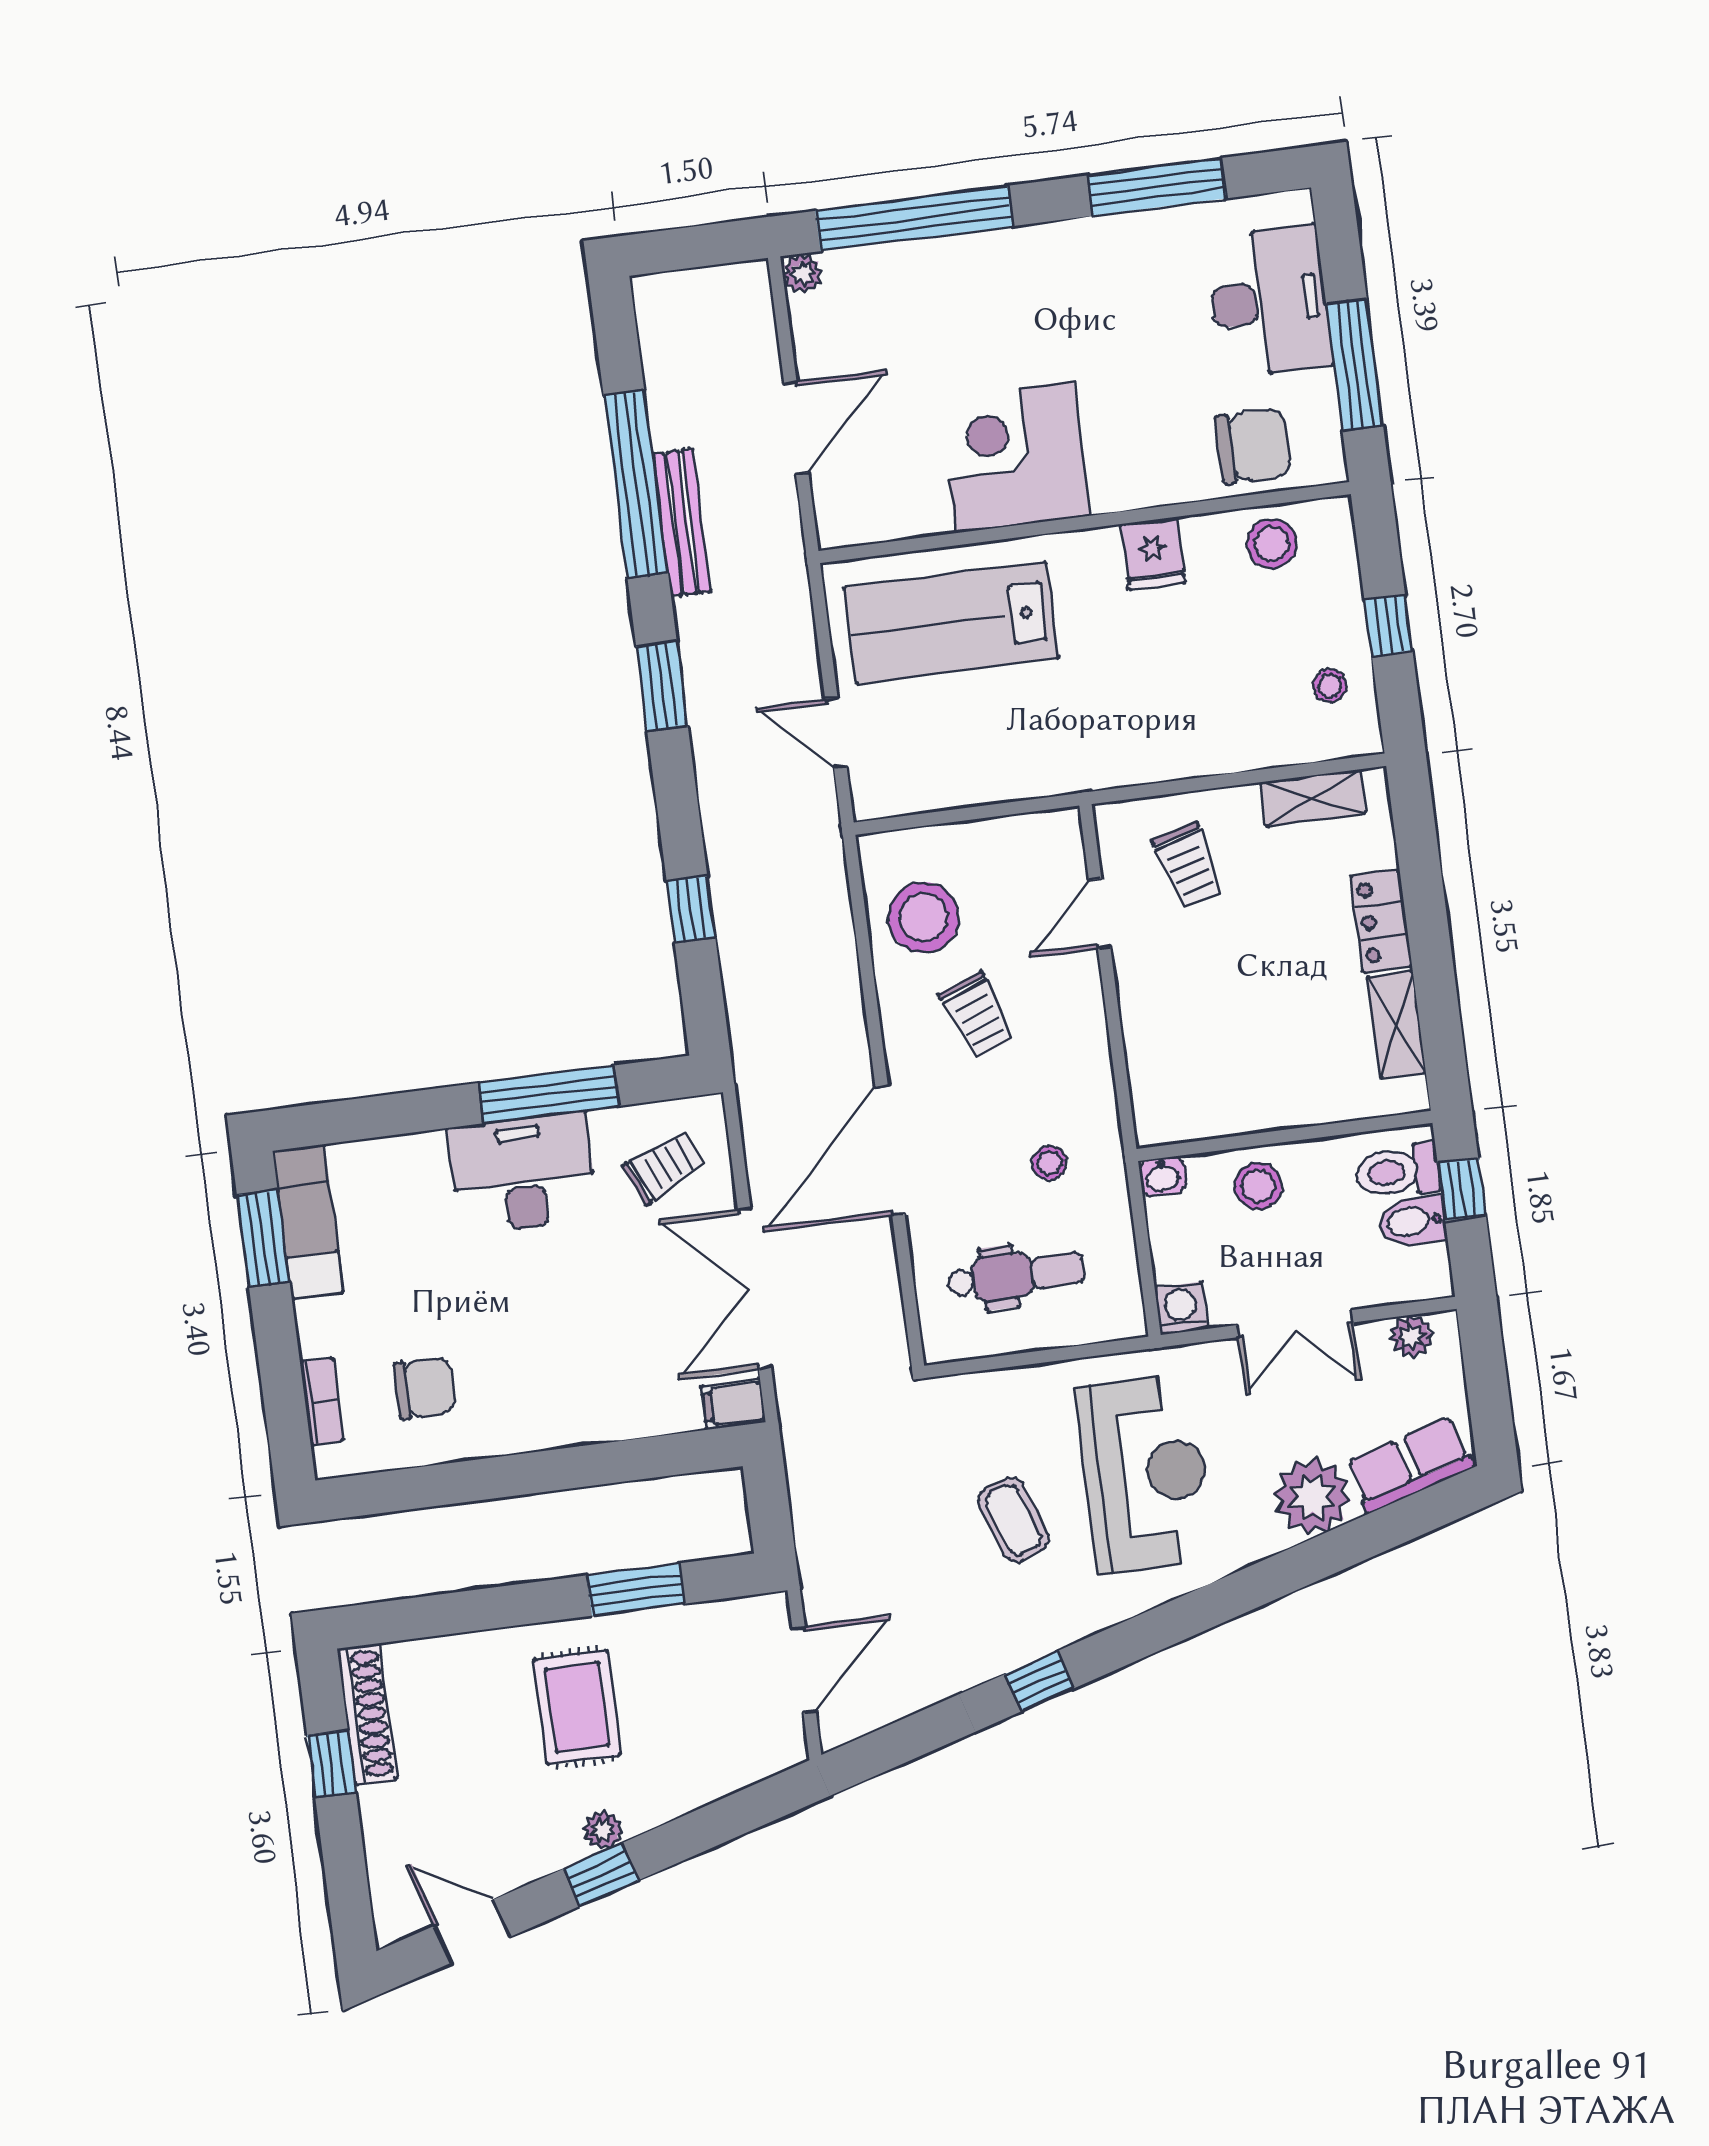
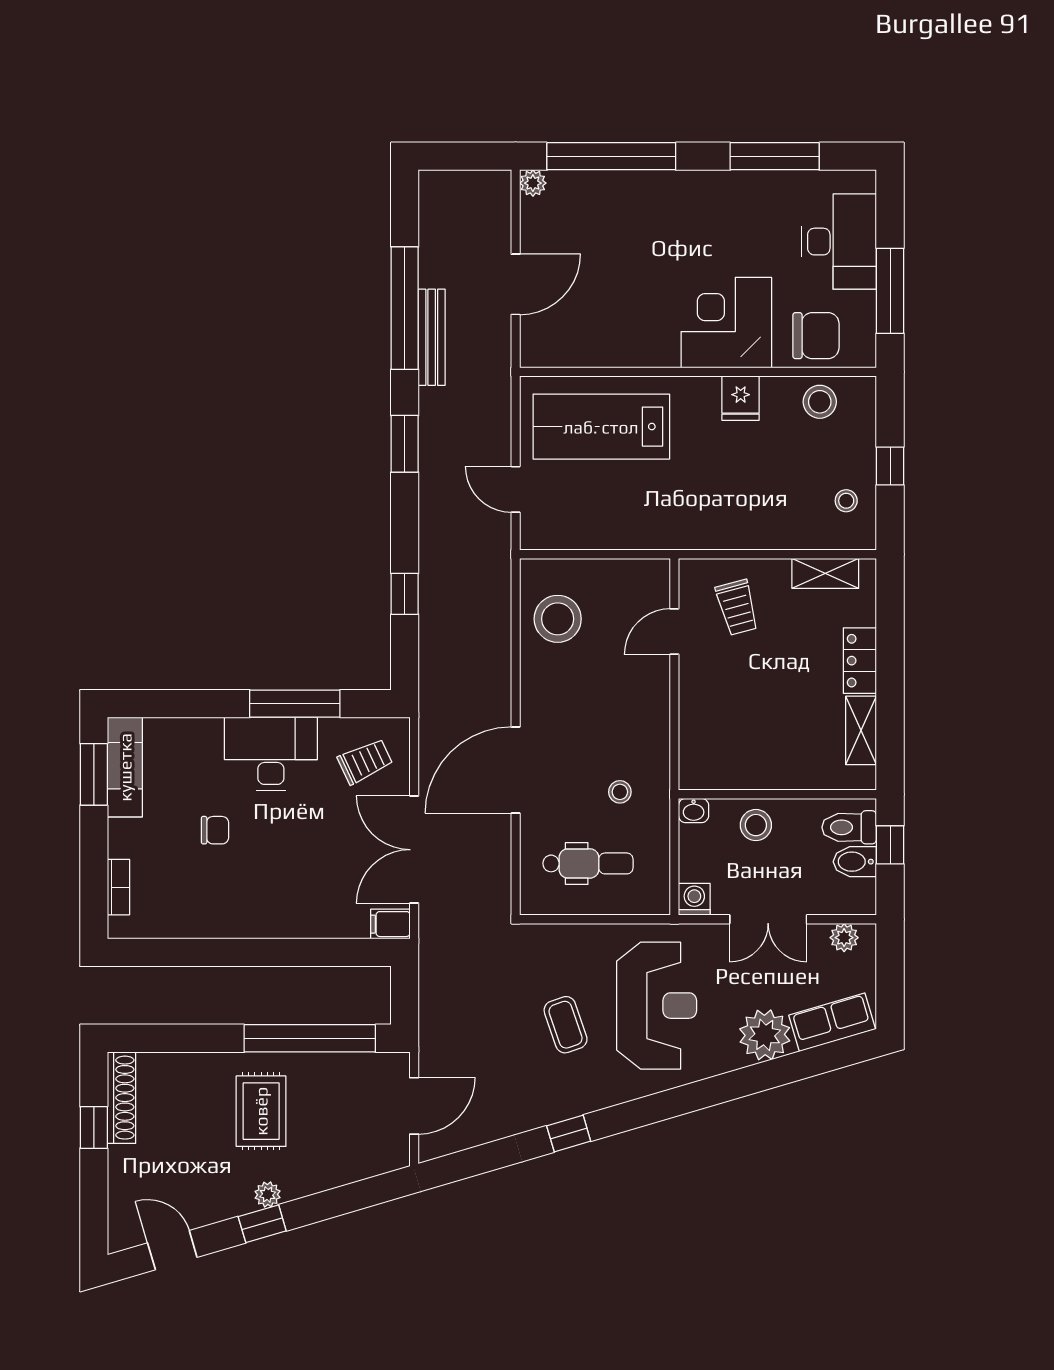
corner desk: (1015, 457) -> (726, 323), moved
trolley: (977, 1016) -> (585, 688), removed
chair: (424, 1388) -> (215, 830), moved, width x0.73, depth x0.73
window: (636, 1589) -> (310, 1038), width x2.11

